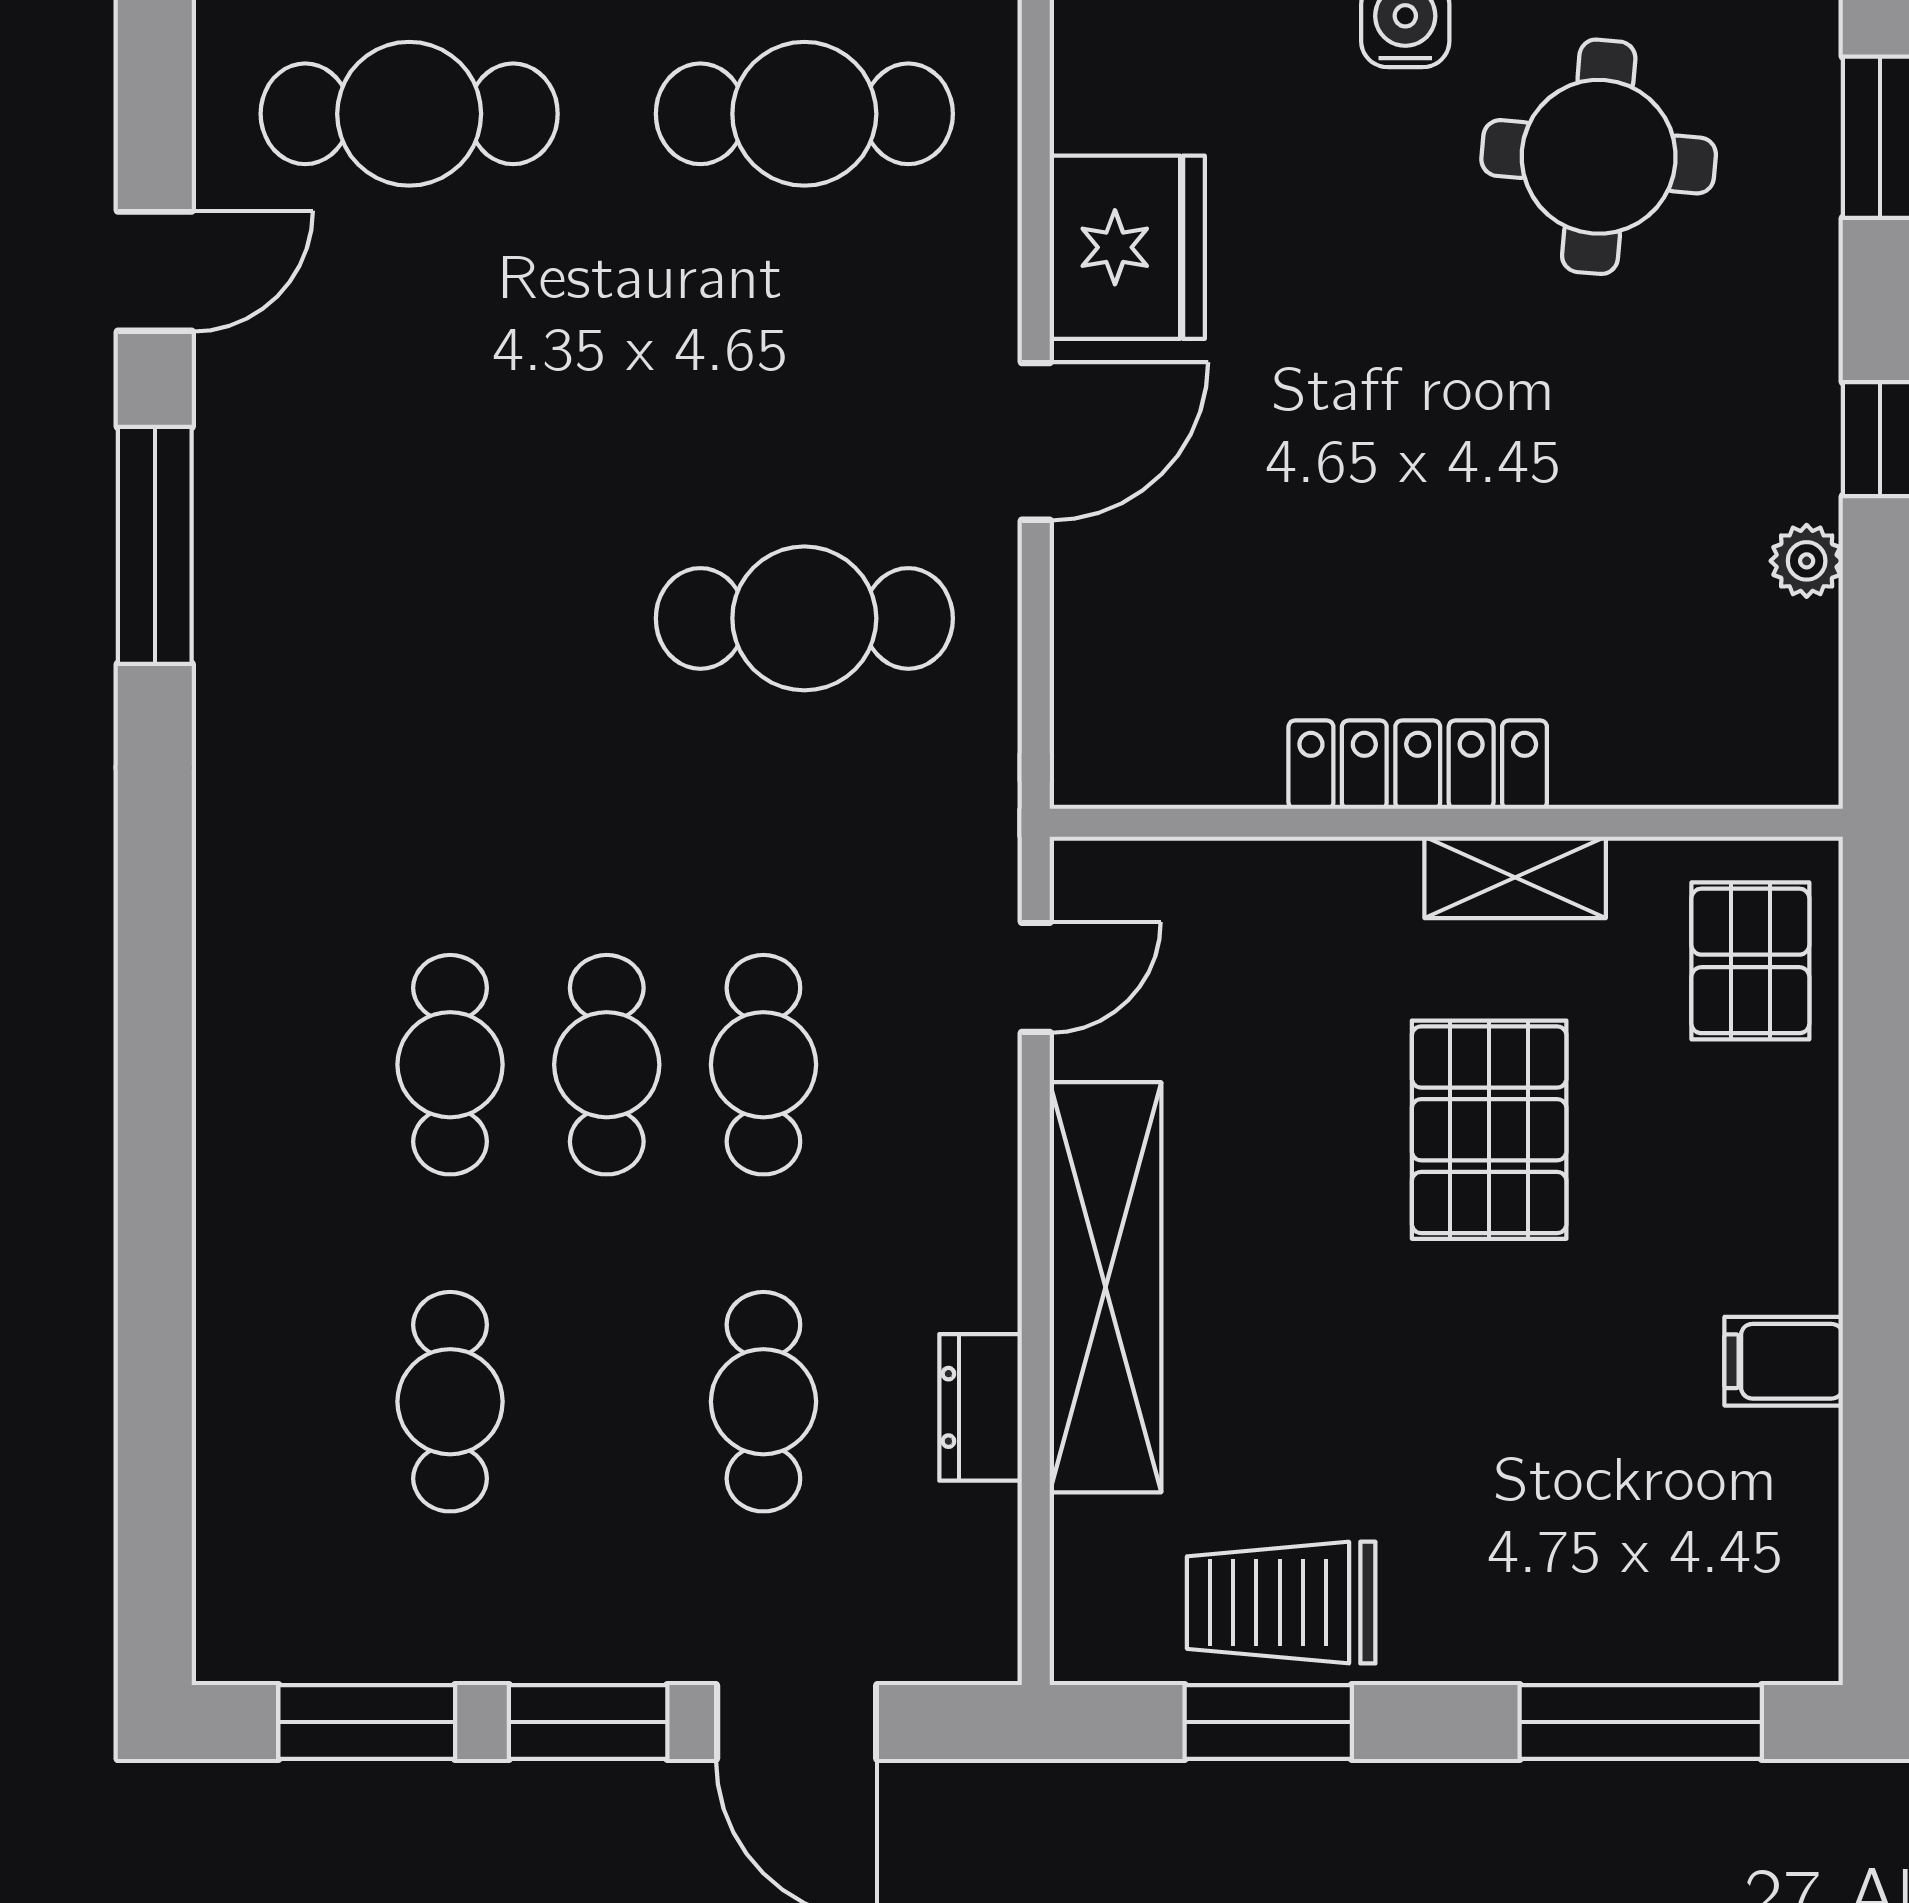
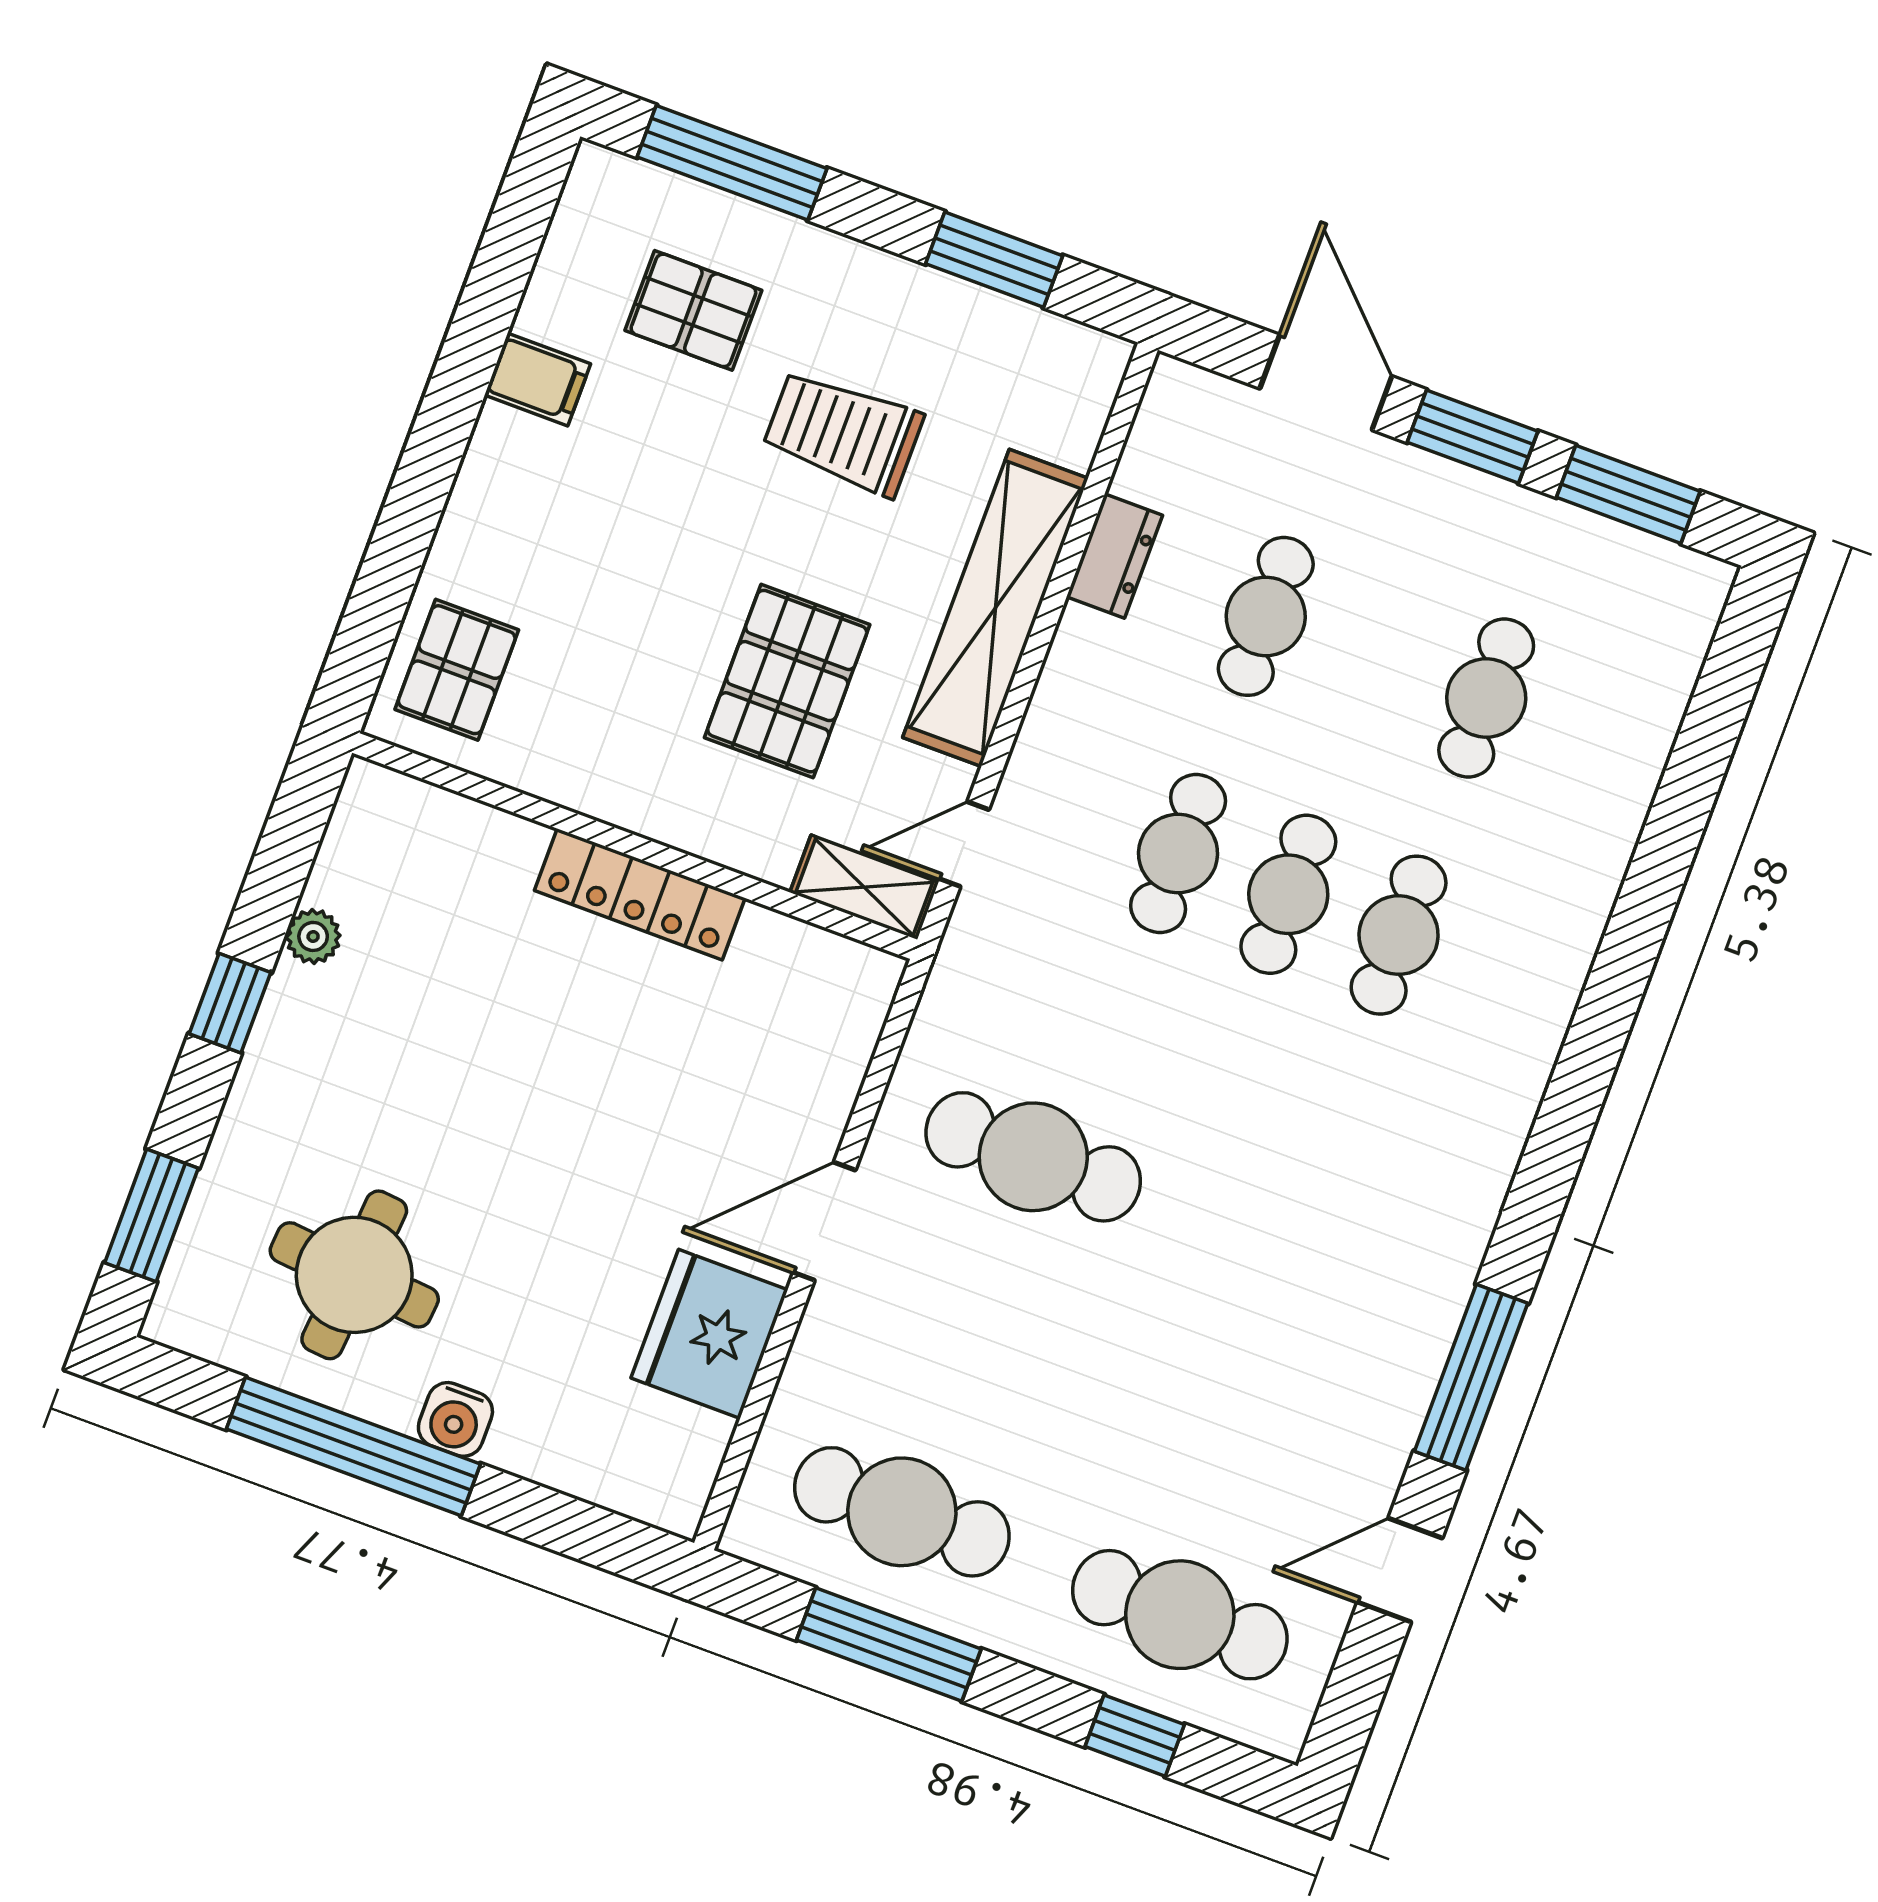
shelving: (1515, 877) -> (864, 887), moved
pallet: (1489, 1130) -> (787, 681), moved
pallet: (1621, 1520) -> (693, 310), added
trolley: (1281, 1603) -> (843, 433), moved, turned 180

